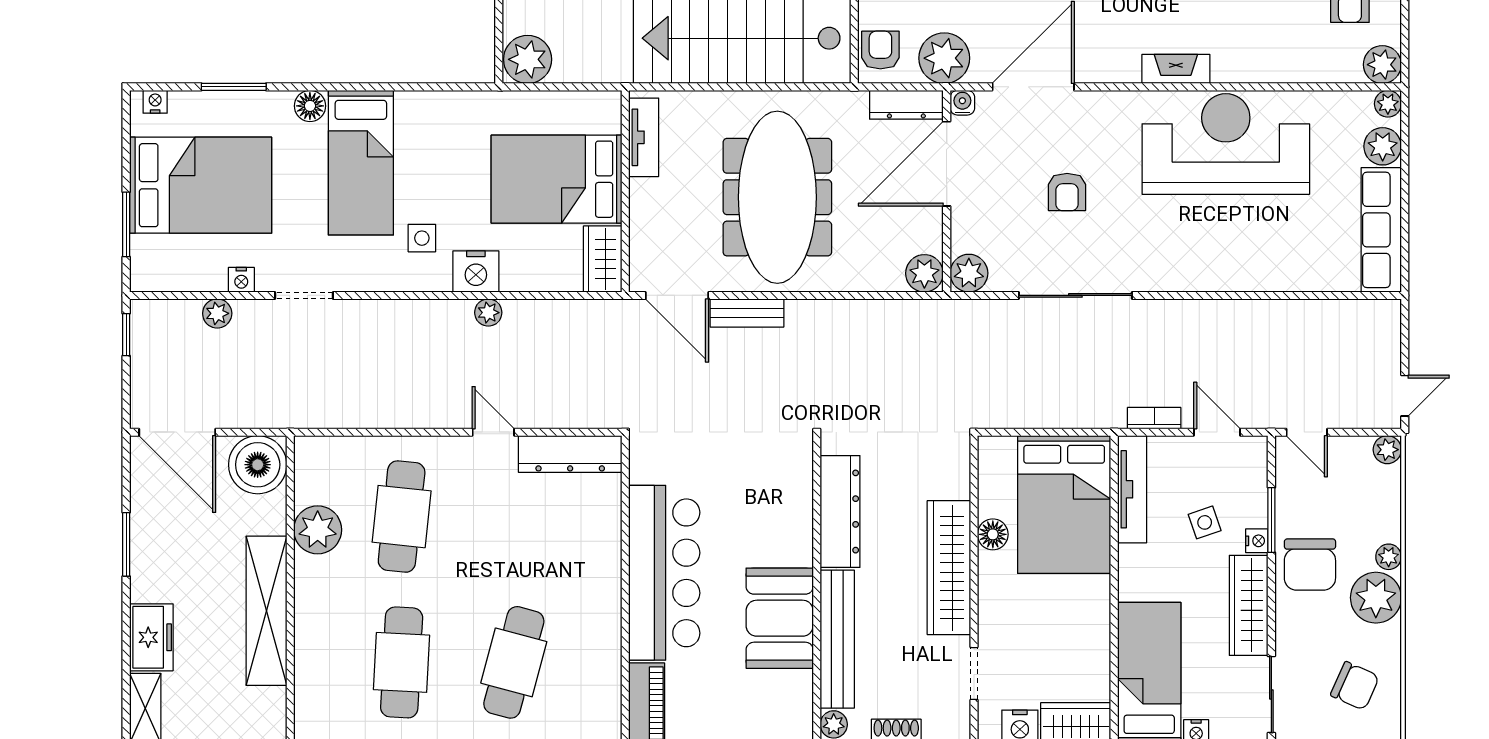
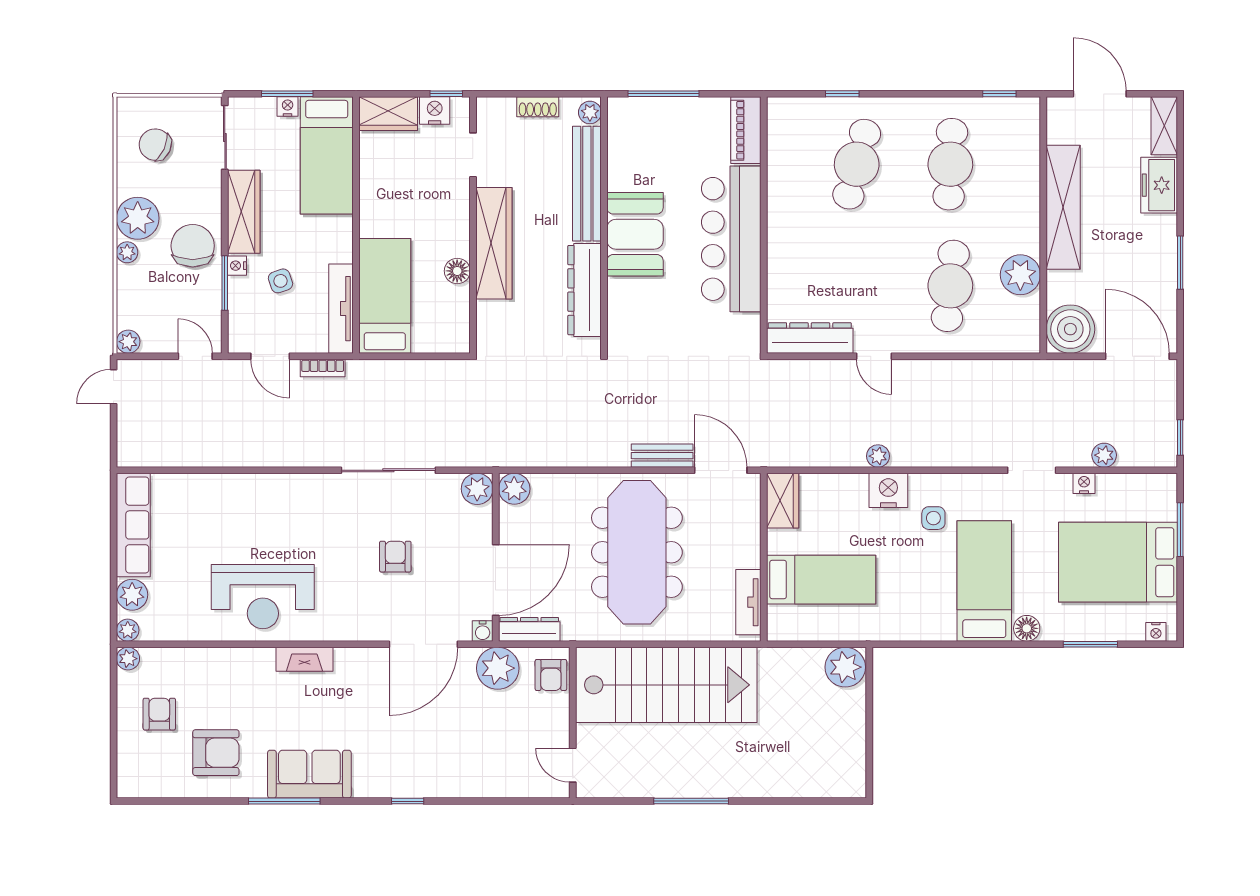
plant: (1382, 65) -> (128, 659), width x0.73, depth x0.73
reception desk: (1226, 144) -> (263, 597), width x0.74, depth x0.77
bed: (557, 179) -> (821, 580), width x0.67
bed: (1064, 505) -> (385, 296), width x0.67
booth: (780, 618) -> (635, 234), moved

